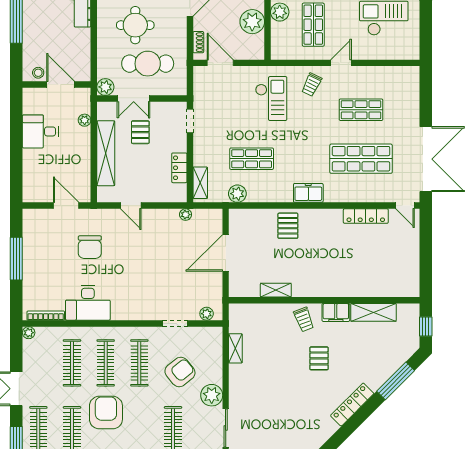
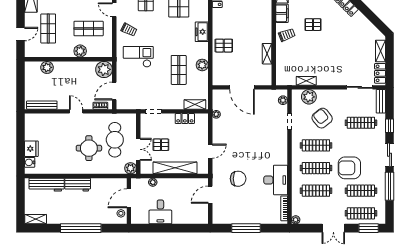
plant: (252, 22) -> (104, 69), moved
plant: (237, 194) -> (202, 65), moved
plant: (212, 395) -> (309, 97), moved

